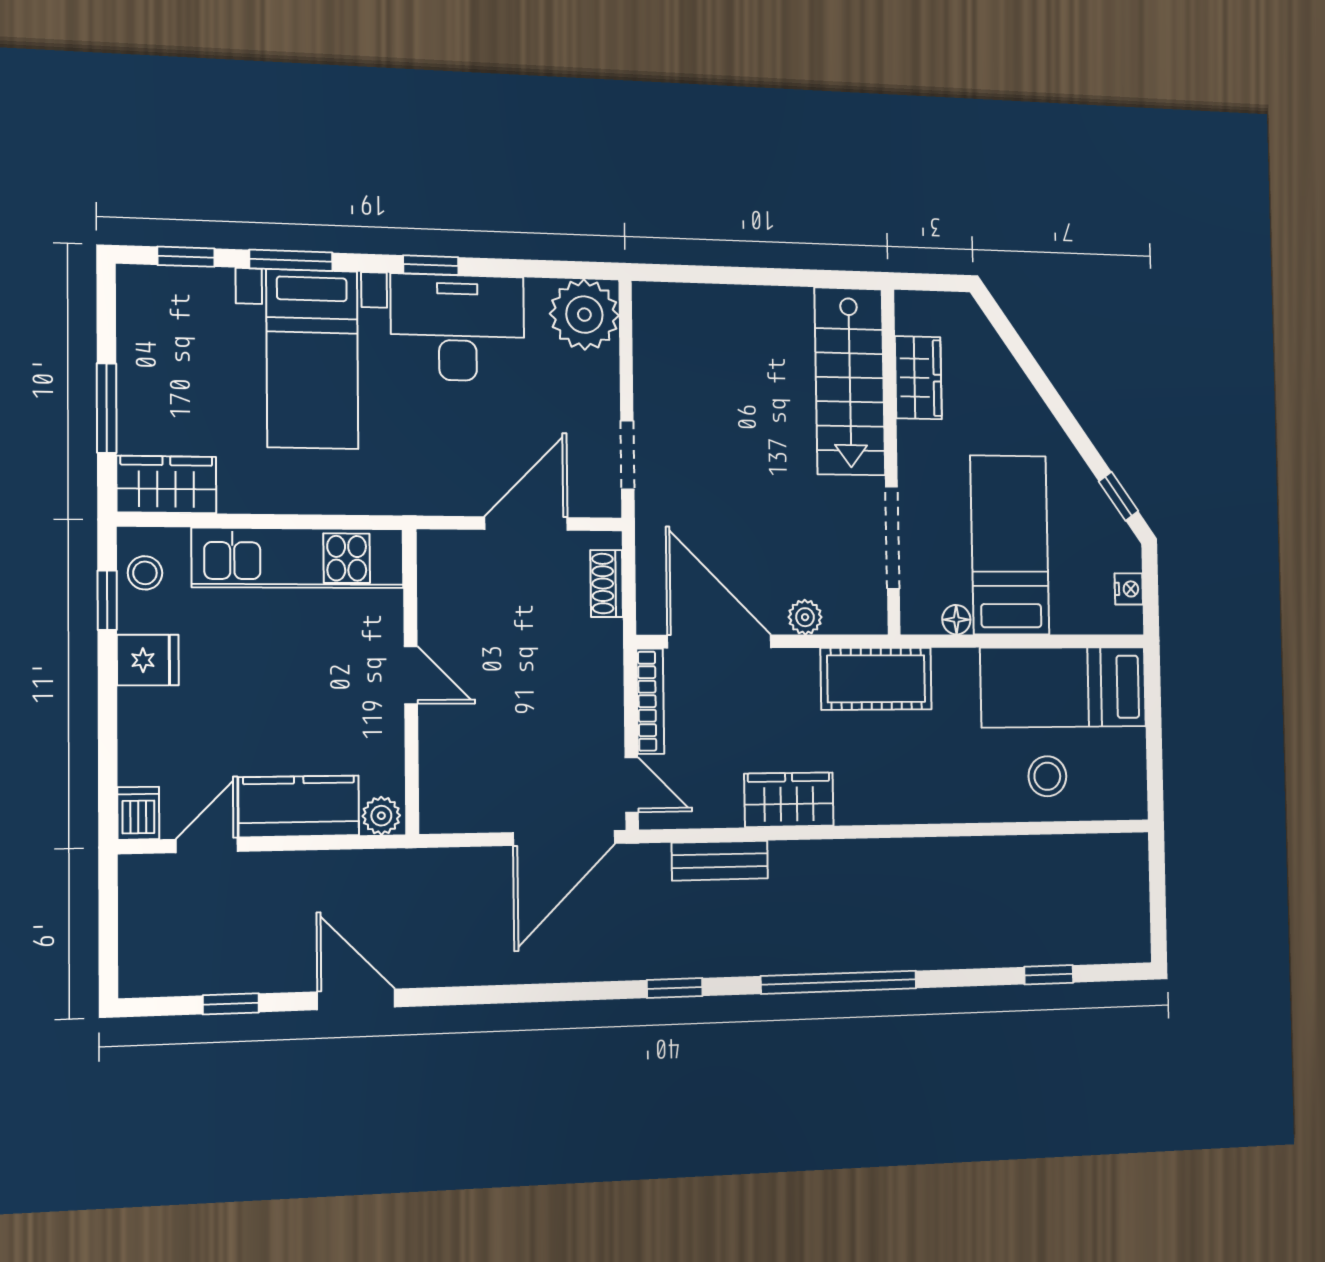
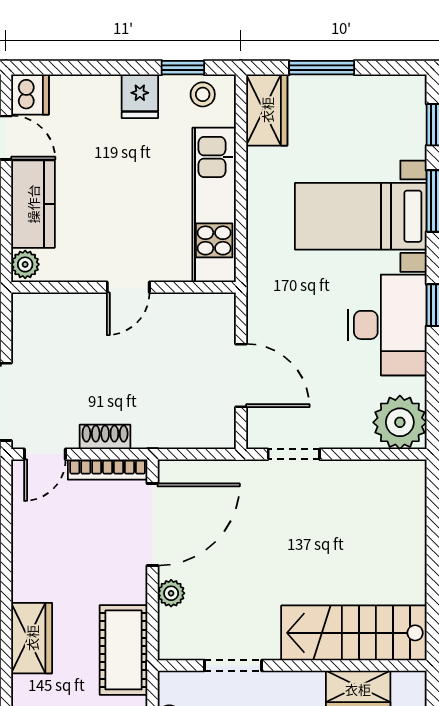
doorway: (892, 538) -> (233, 665), width x0.73
shoe rack: (607, 584) -> (105, 437), moved
wardrobe: (789, 800) -> (32, 638), moved
dishwasher: (138, 813) -> (30, 95), width x1.38

